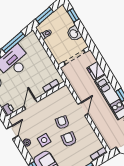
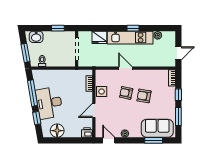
window: (73, 15) -> (58, 28), moved
washbasin: (74, 34) -> (36, 37), moved
door: (30, 104) -> (94, 110), hinge flipped
side table: (44, 140) -> (102, 92), moved

